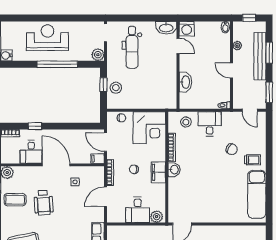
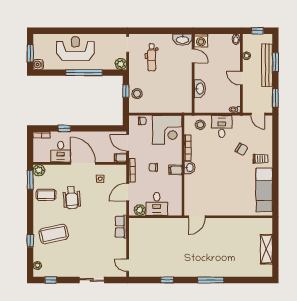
dental chair: (132, 47) -> (152, 57), width x0.73, depth x0.72
filing cabinet: (158, 172) -> (175, 170), width x0.50
plant: (157, 217) -> (140, 210), moved

